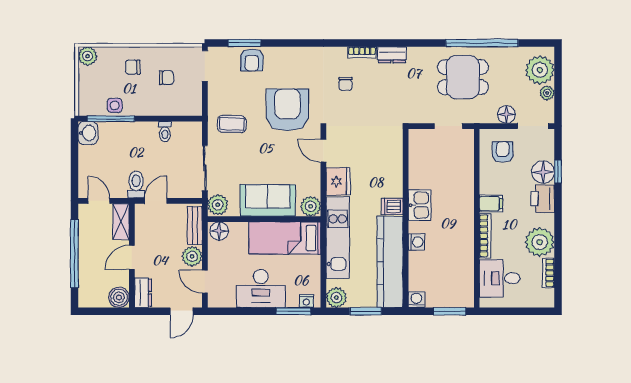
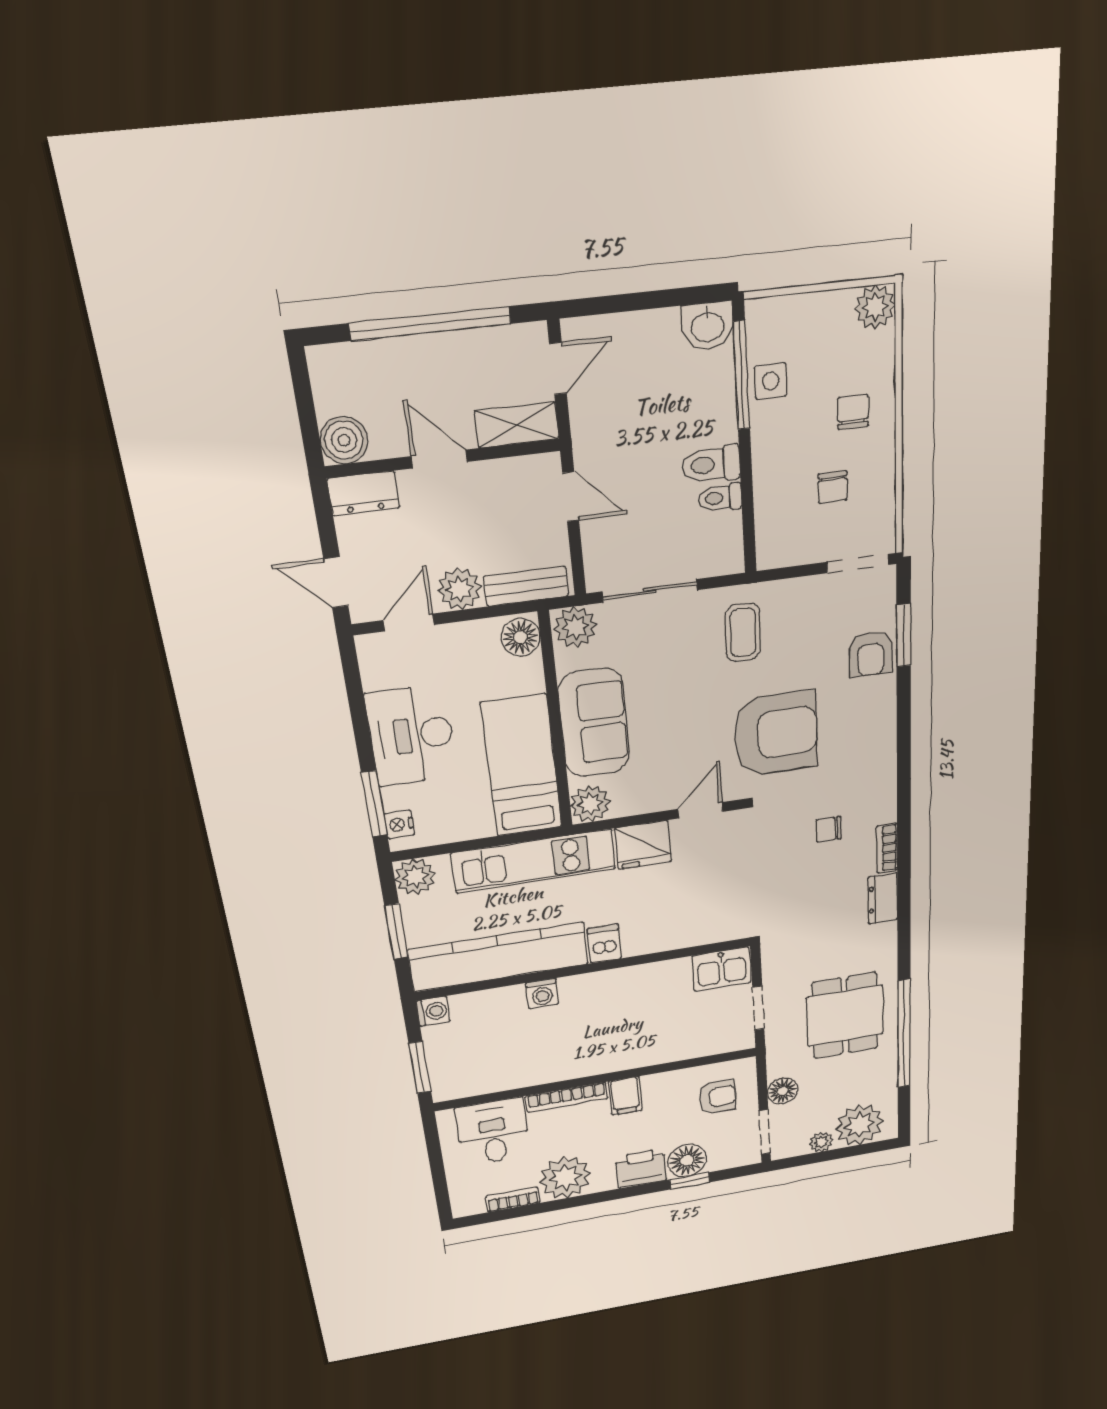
armchair: (252, 60) -> (871, 654), turned -90
toilet: (136, 185) -> (711, 464), moved, turned 180
kitchen sink: (420, 205) -> (722, 969), moved

